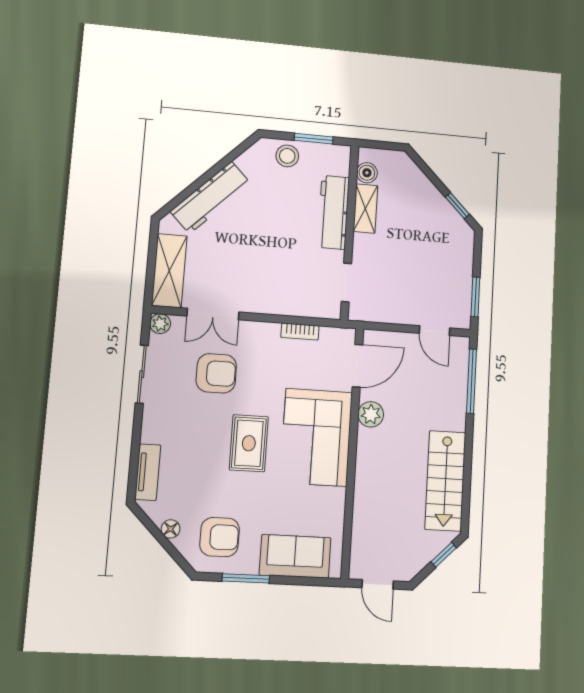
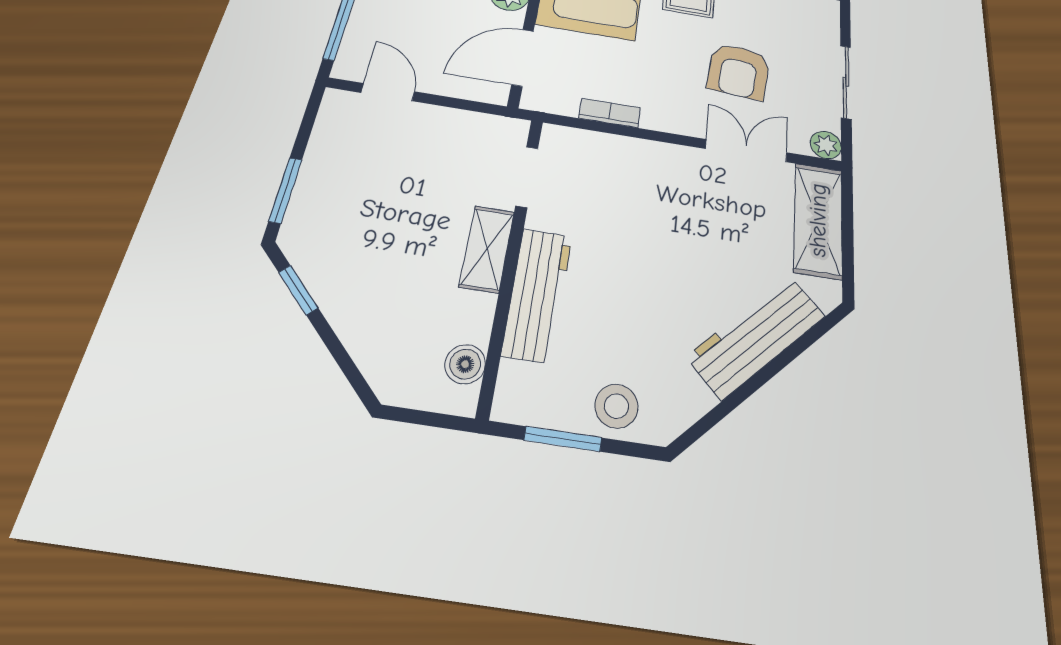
shelving: (365, 208) -> (487, 249), moved
window: (475, 297) -> (285, 190), moved
armchair: (216, 373) -> (738, 71), turned -85

